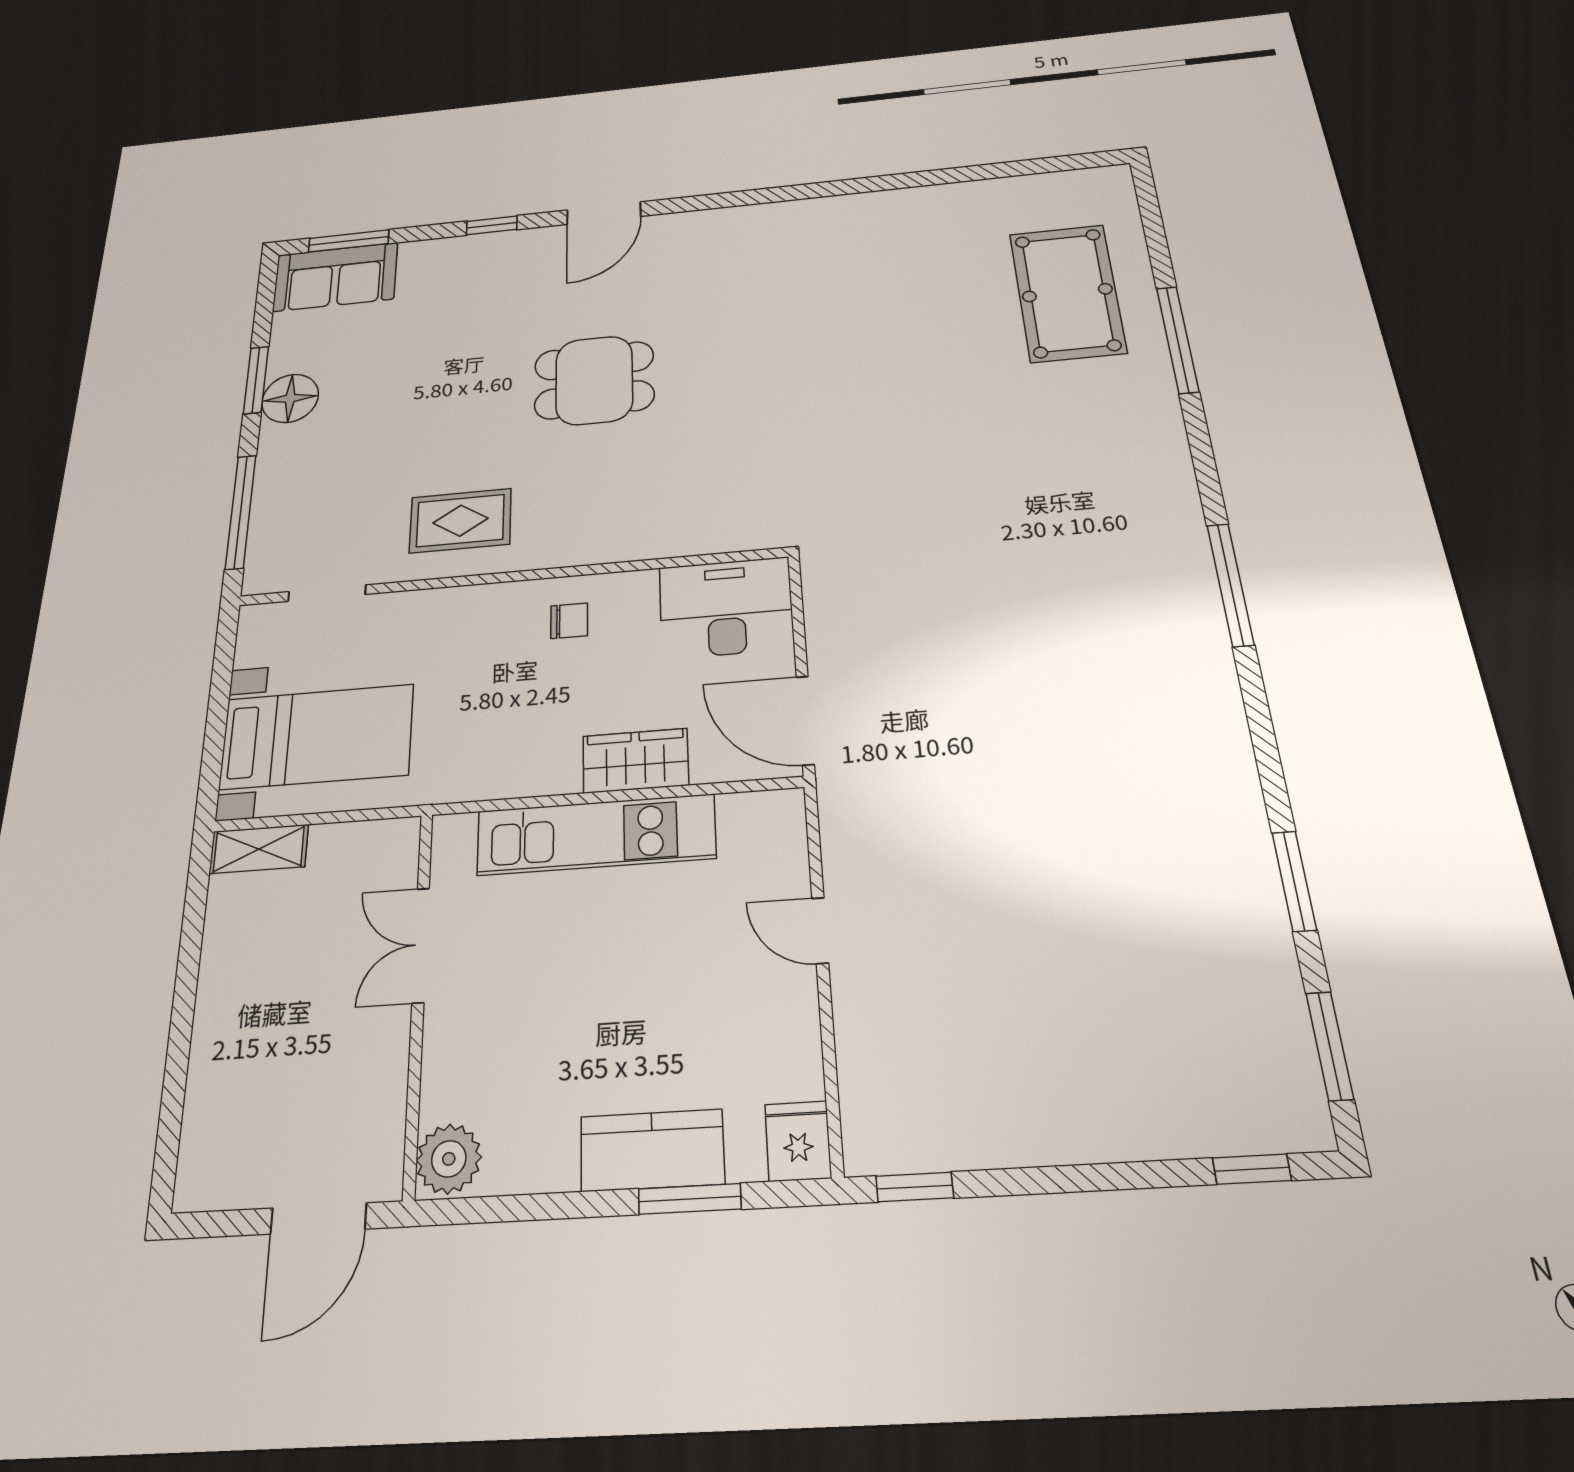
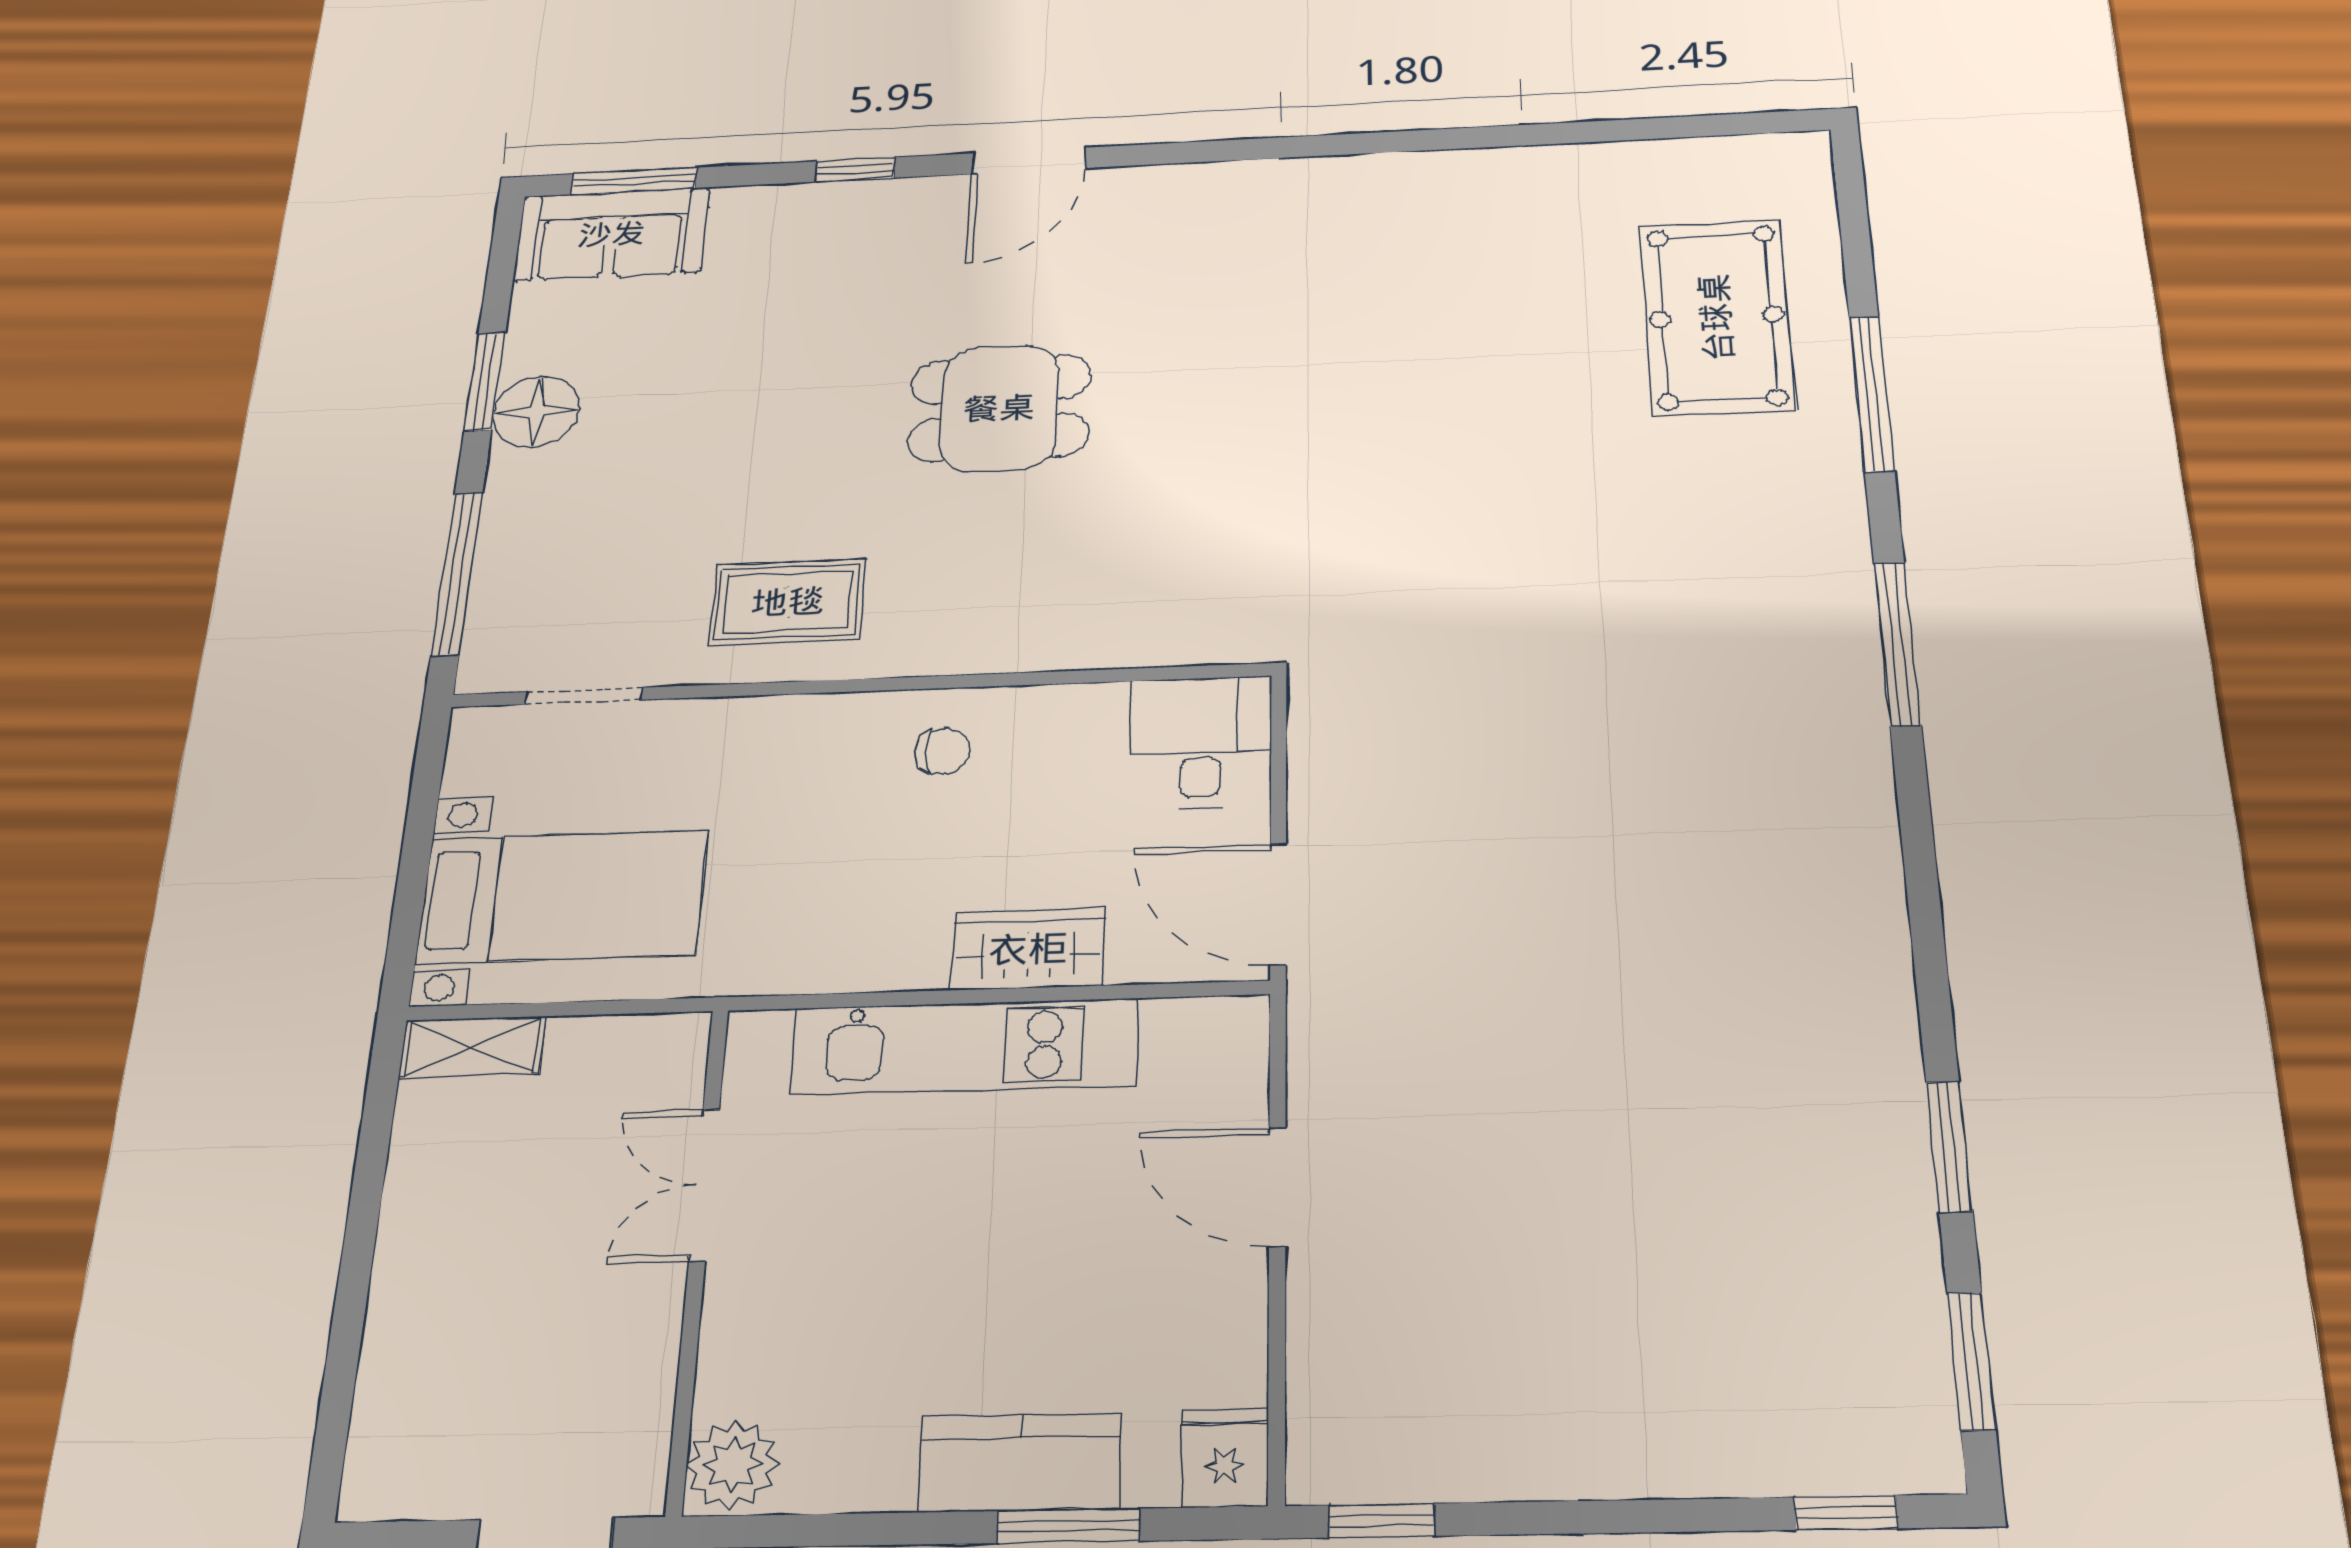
window: (1230, 584) -> (1897, 643), moved
desk: (726, 608) -> (1201, 742), width x0.73
door: (820, 931) -> (1277, 1187), width x1.38

